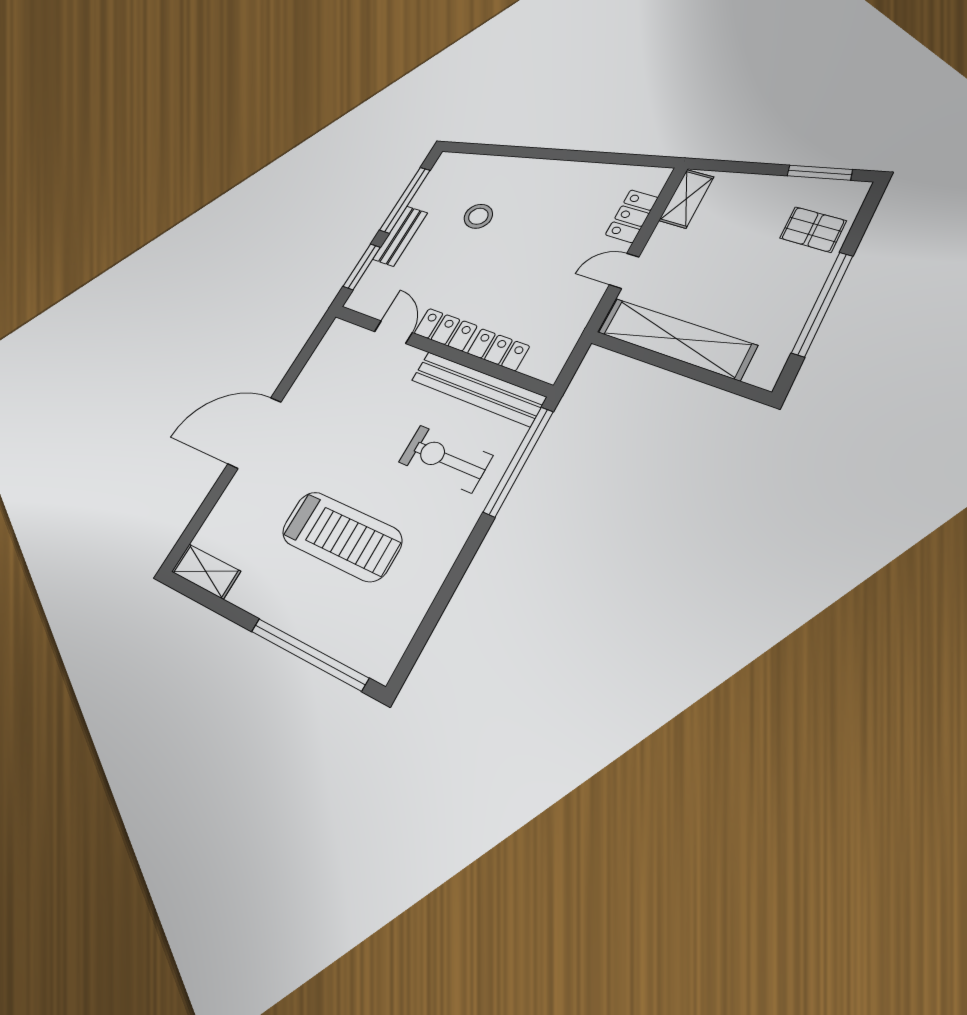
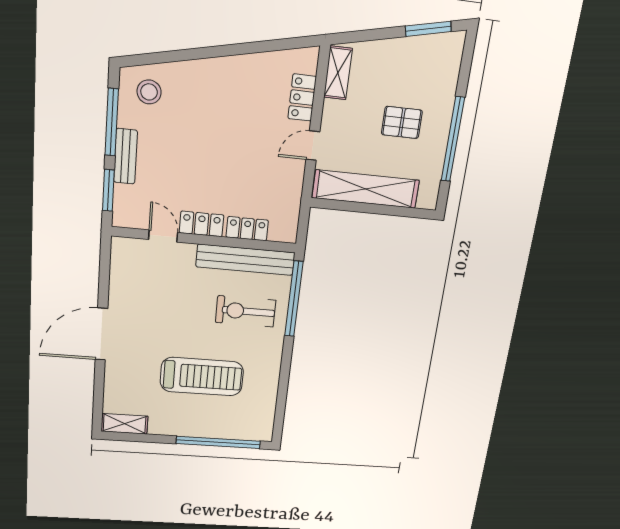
stool: (478, 216) -> (149, 92), moved
pallet: (813, 229) -> (402, 122), moved

